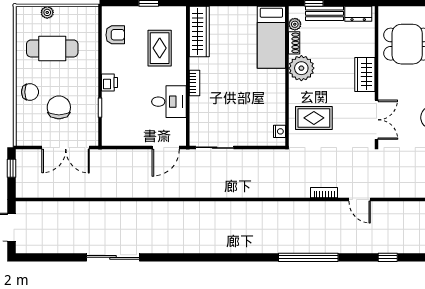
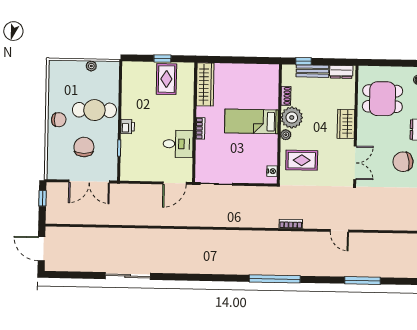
plant: (47, 12) -> (91, 66), moved
plant: (295, 24) -> (286, 135), moved
armchair: (115, 35) -> (133, 86), removed
bed: (271, 37) -> (251, 121), moved, turned 90
cafe table: (52, 48) -> (94, 110), moved
rug: (160, 48) -> (166, 79), moved
chair: (30, 92) -> (59, 120), moved
bookcase: (324, 193) -> (291, 224), moved
window: (308, 257) -> (275, 279), moved
window: (388, 257) -> (362, 280), width x2.17

